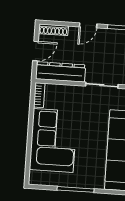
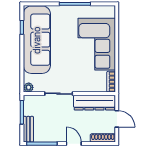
door: (88, 25) -> (74, 144), hinge flipped
door: (36, 51) -> (117, 119), swing flipped

